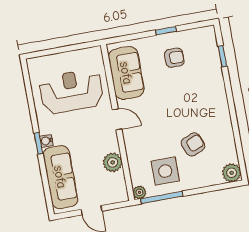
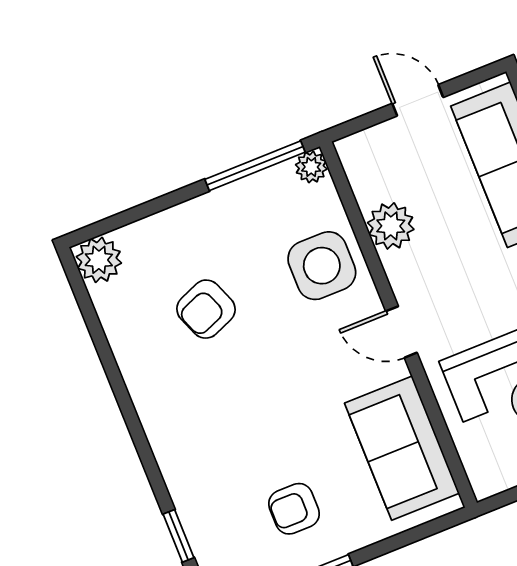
side table: (165, 171) -> (322, 266), moved

